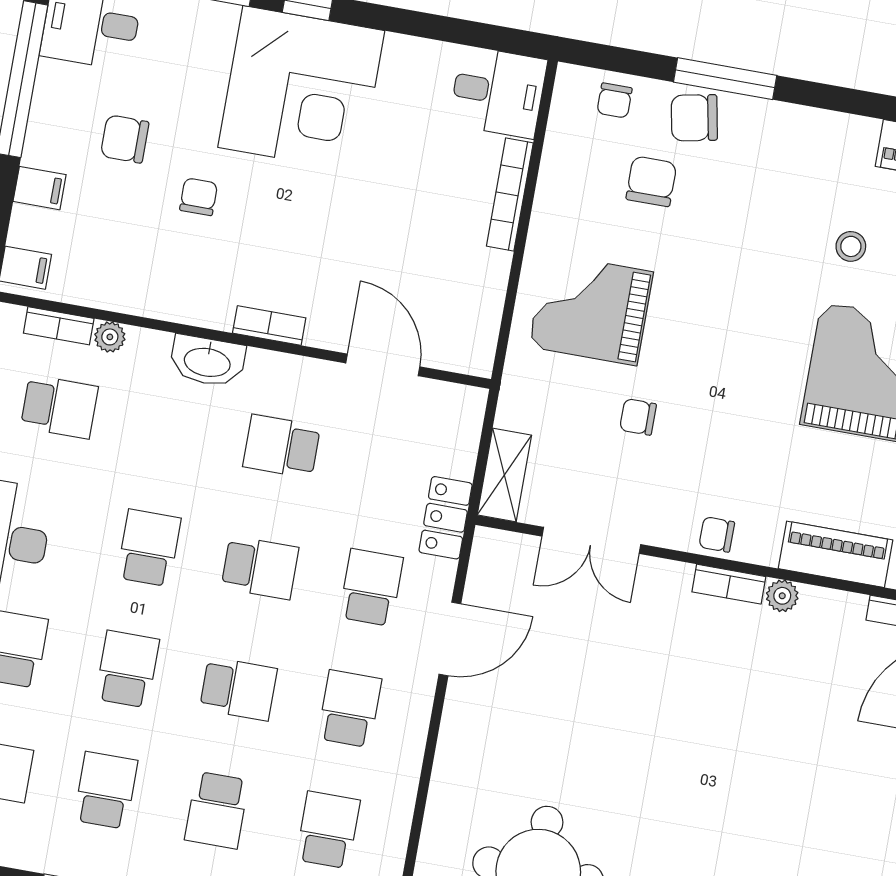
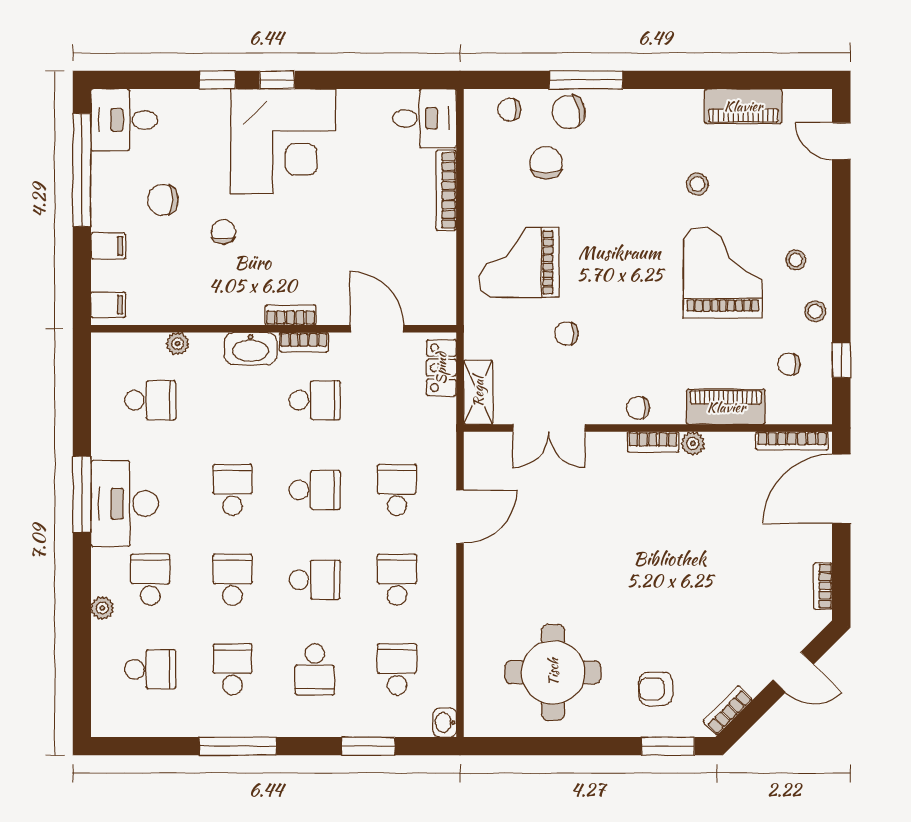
chair: (615, 100) -> (509, 110), turned 90
bookcase: (59, 326) -> (304, 342), moved
school desk: (282, 446) -> (315, 400), turned 180
locker: (446, 518) -> (441, 368), moved

